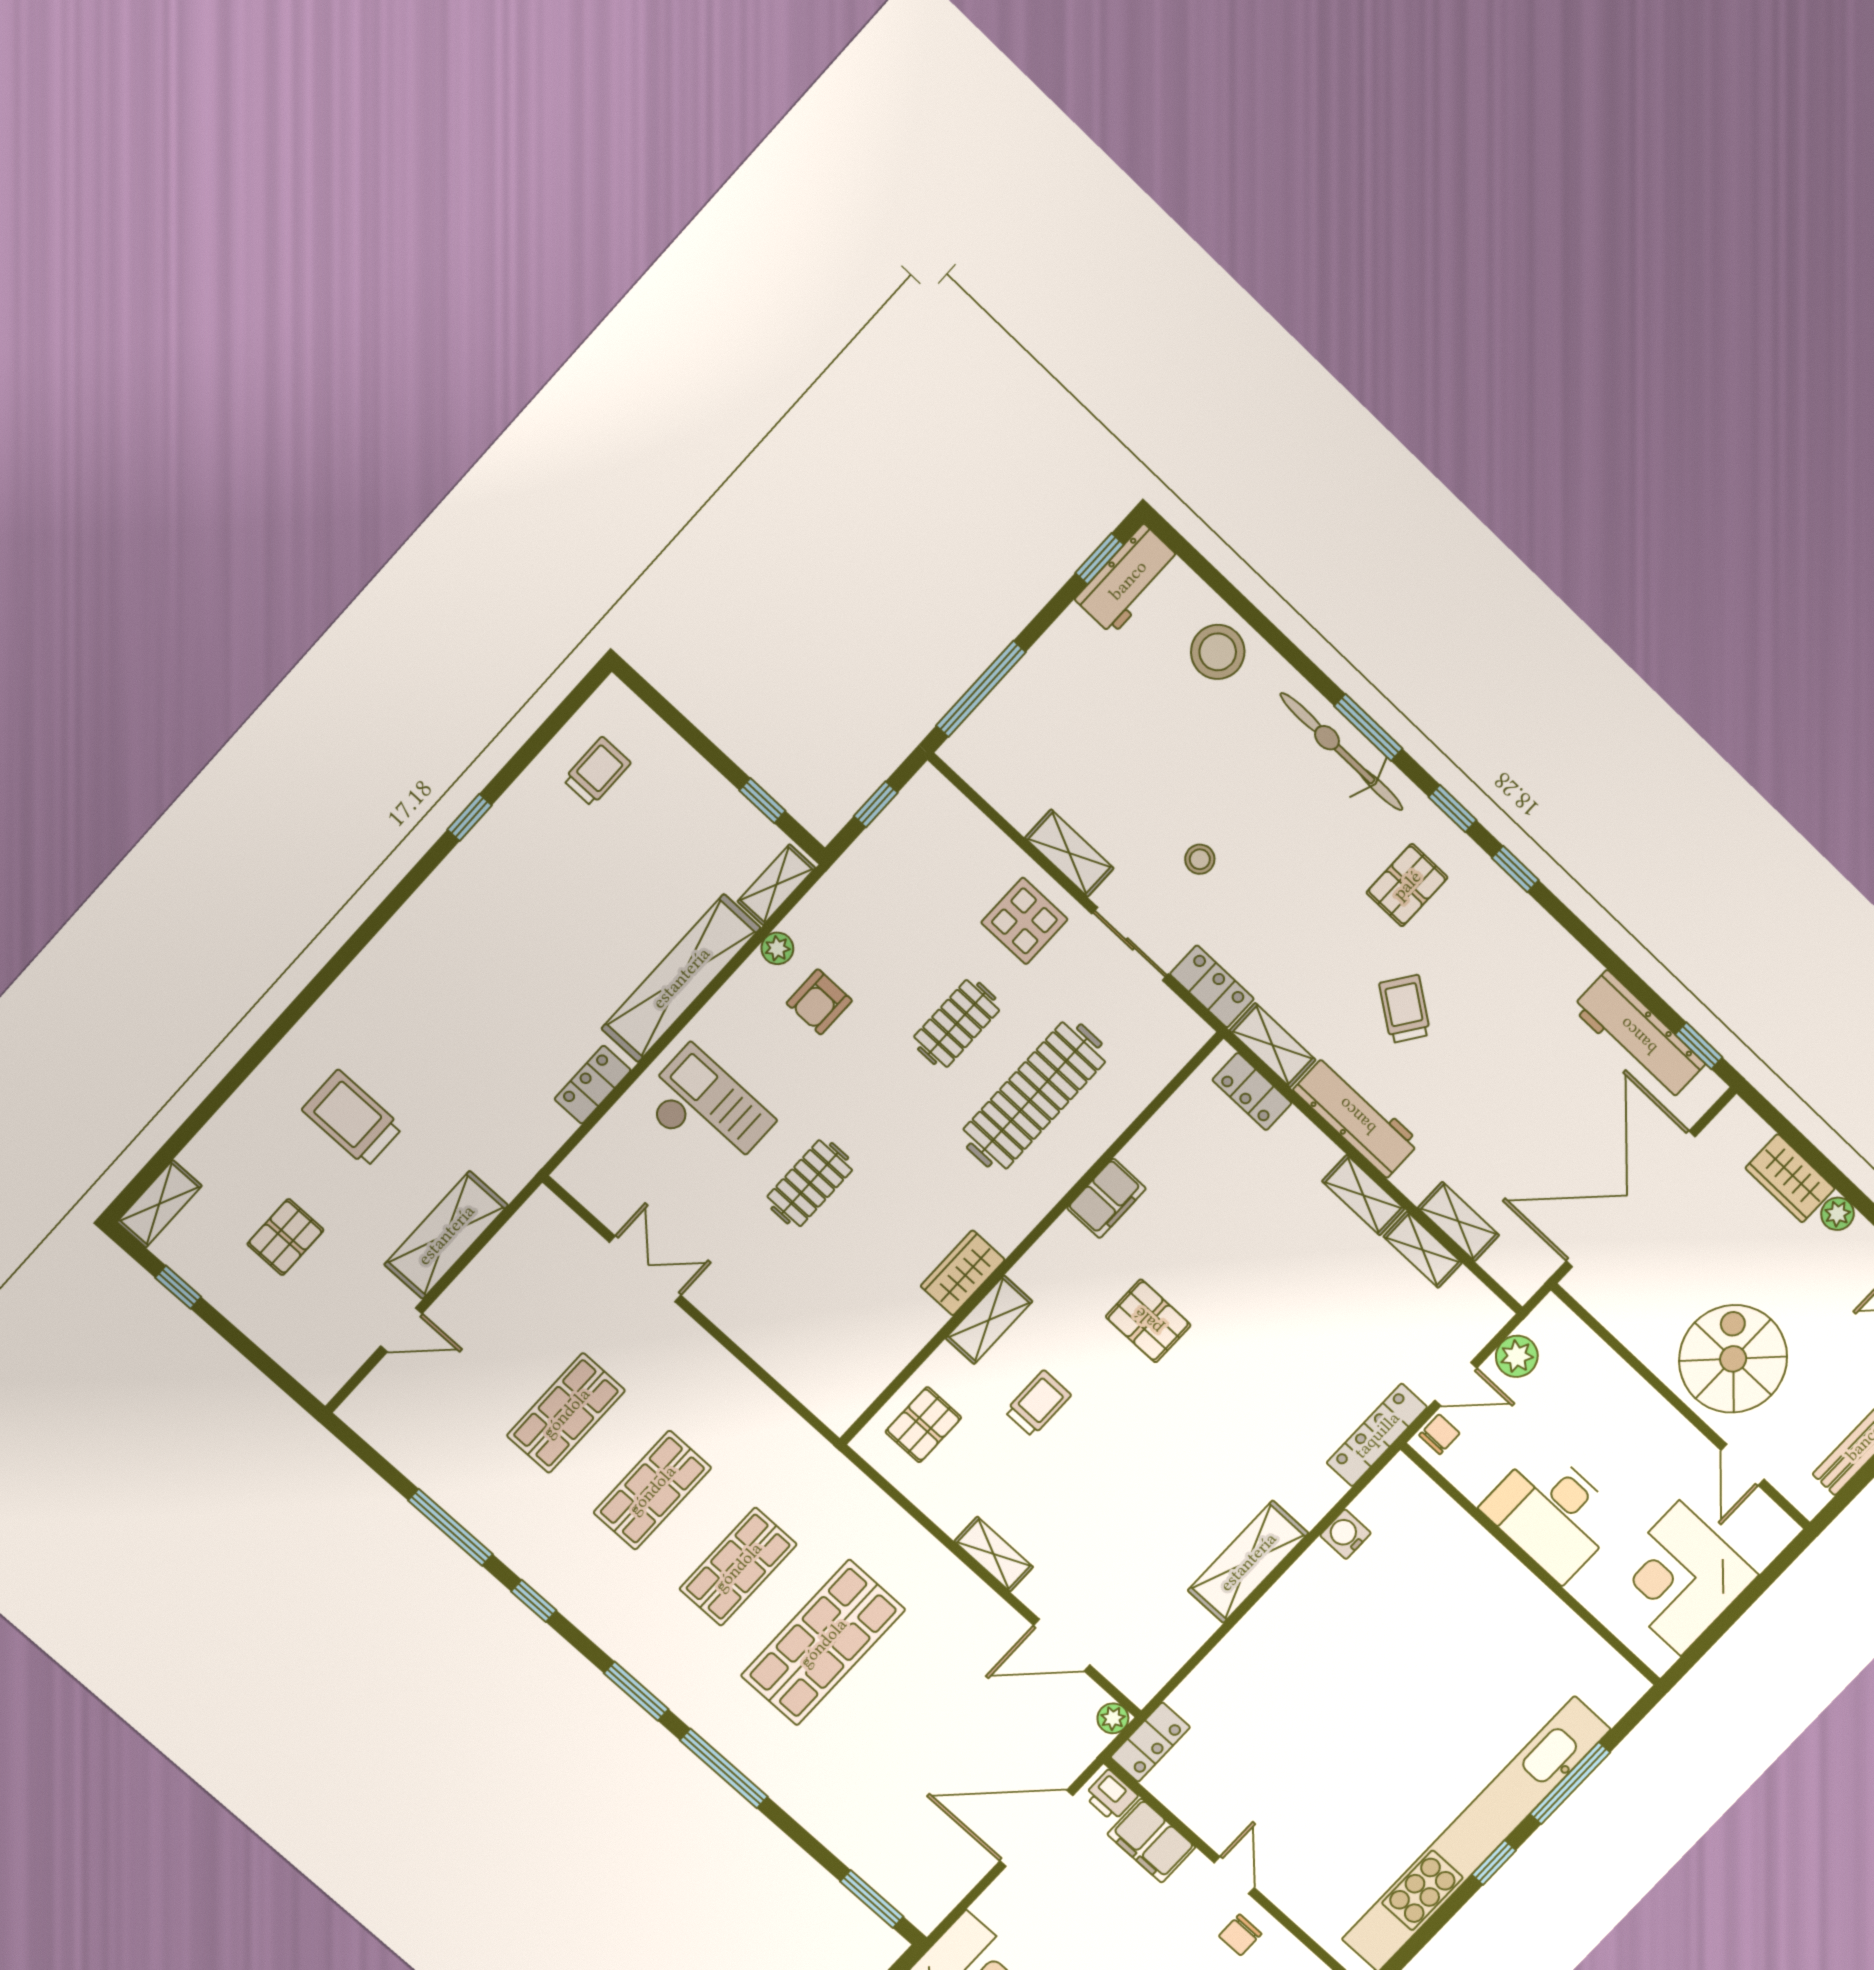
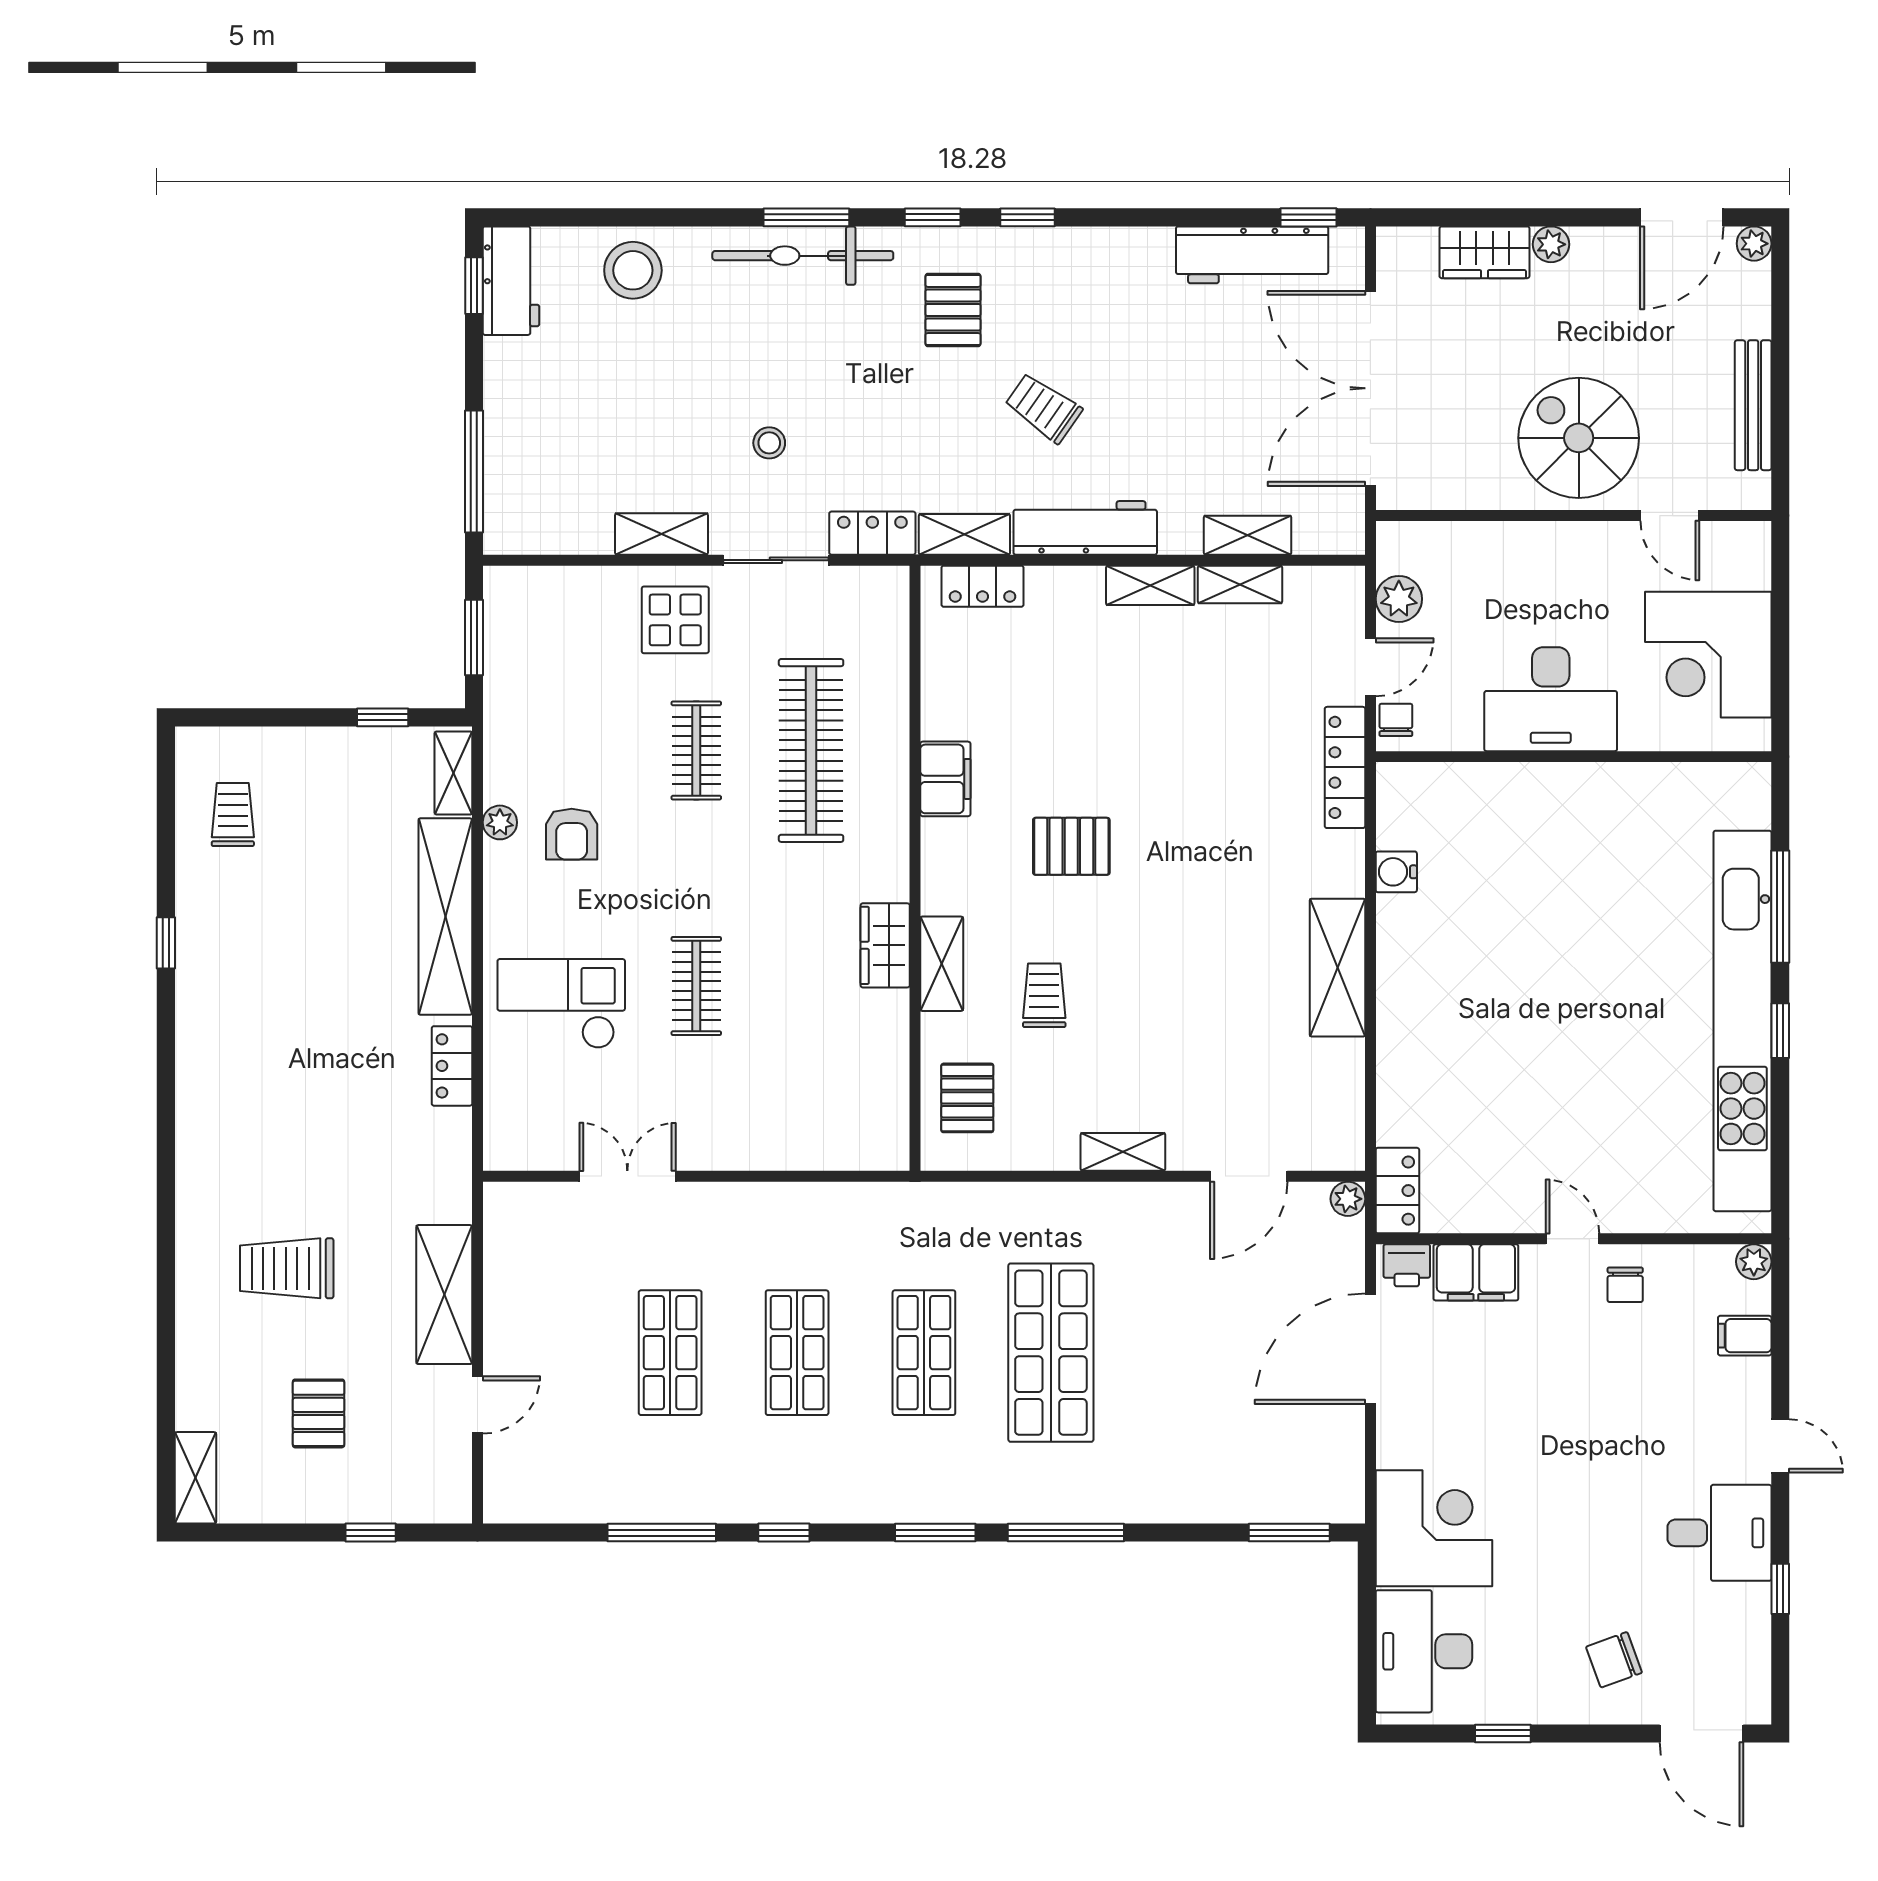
window: (876, 804) -> (474, 638), width x1.50
window: (178, 1287) -> (371, 1533), moved

